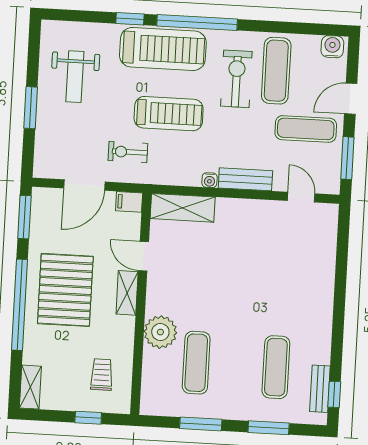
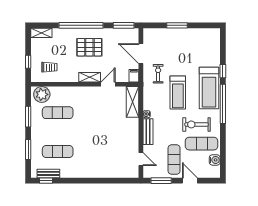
water cooler: (332, 47) -> (215, 160), moved
weight bench: (75, 77) -> (193, 46), removed
exercise bike: (236, 79) -> (197, 124), turned 180
door: (301, 197) -> (141, 159), hinge flipped
pallet: (65, 290) -> (89, 47), width x0.73, depth x0.71
plant: (160, 332) -> (42, 94), moved

